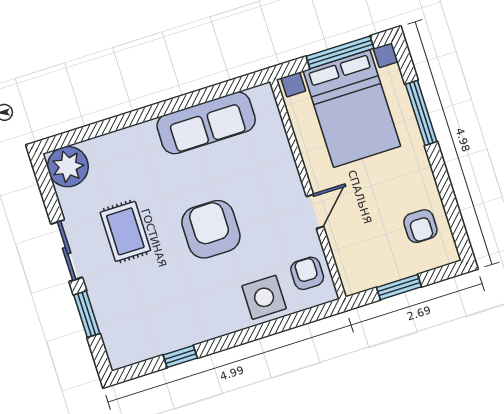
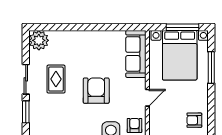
sofa: (206, 123) -> (136, 54), moved, turned 90
armchair: (420, 226) -> (194, 120), turned 90

